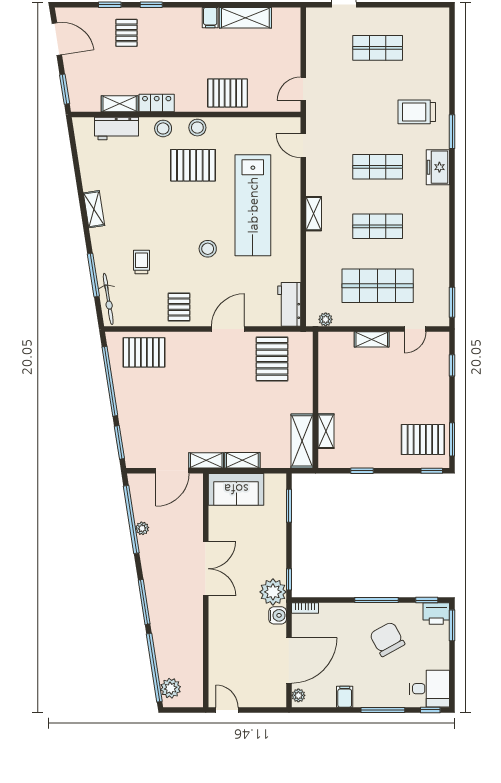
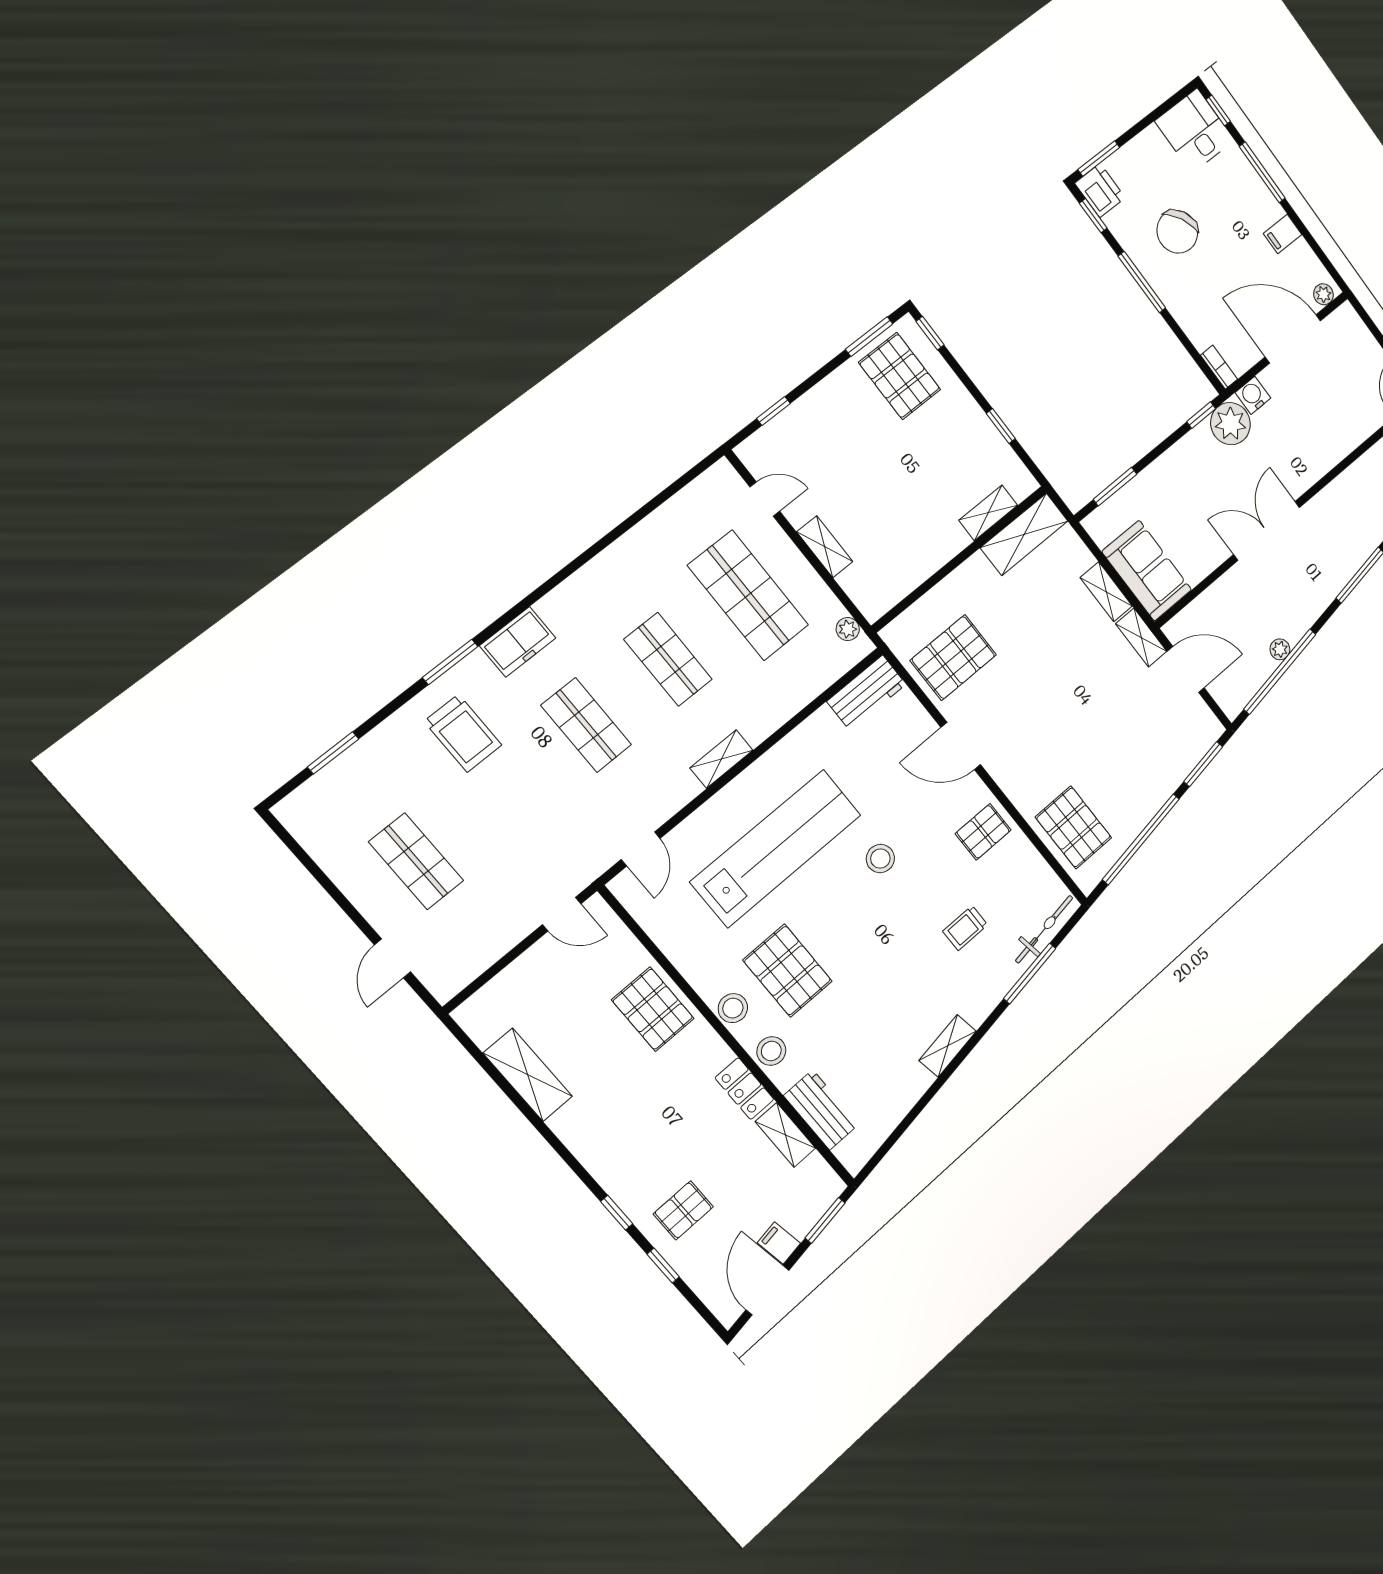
filing cabinet: (210, 18) -> (779, 1243), moved, turned -99
window: (452, 302) -> (333, 753), moved

